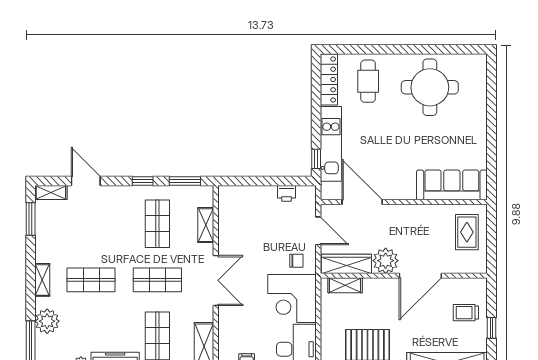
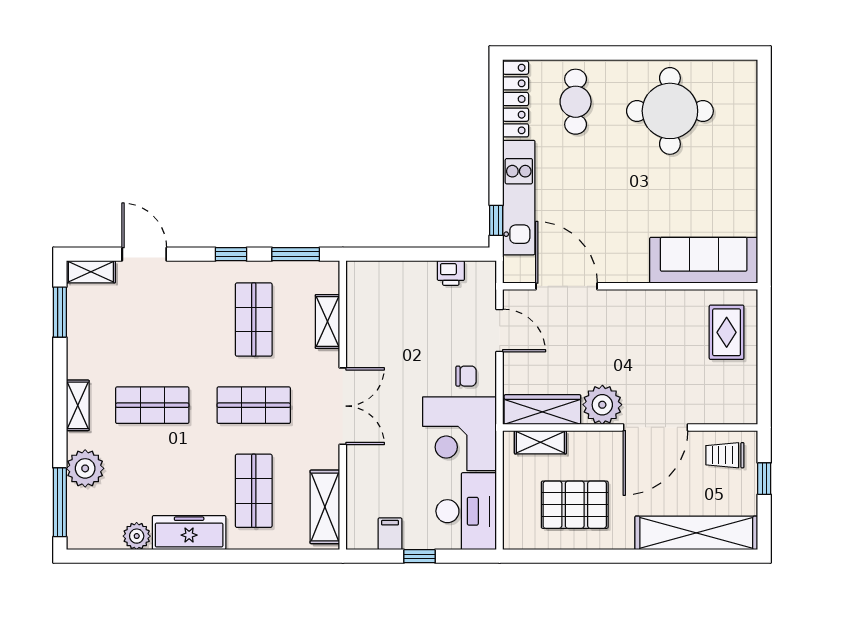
plant: (386, 261) -> (602, 405), moved
wardrobe: (346, 264) -> (542, 409), moved
wall: (404, 276) -> (630, 427), moved
door: (420, 276) -> (655, 427), moved
shelving: (345, 285) -> (540, 442), moved

